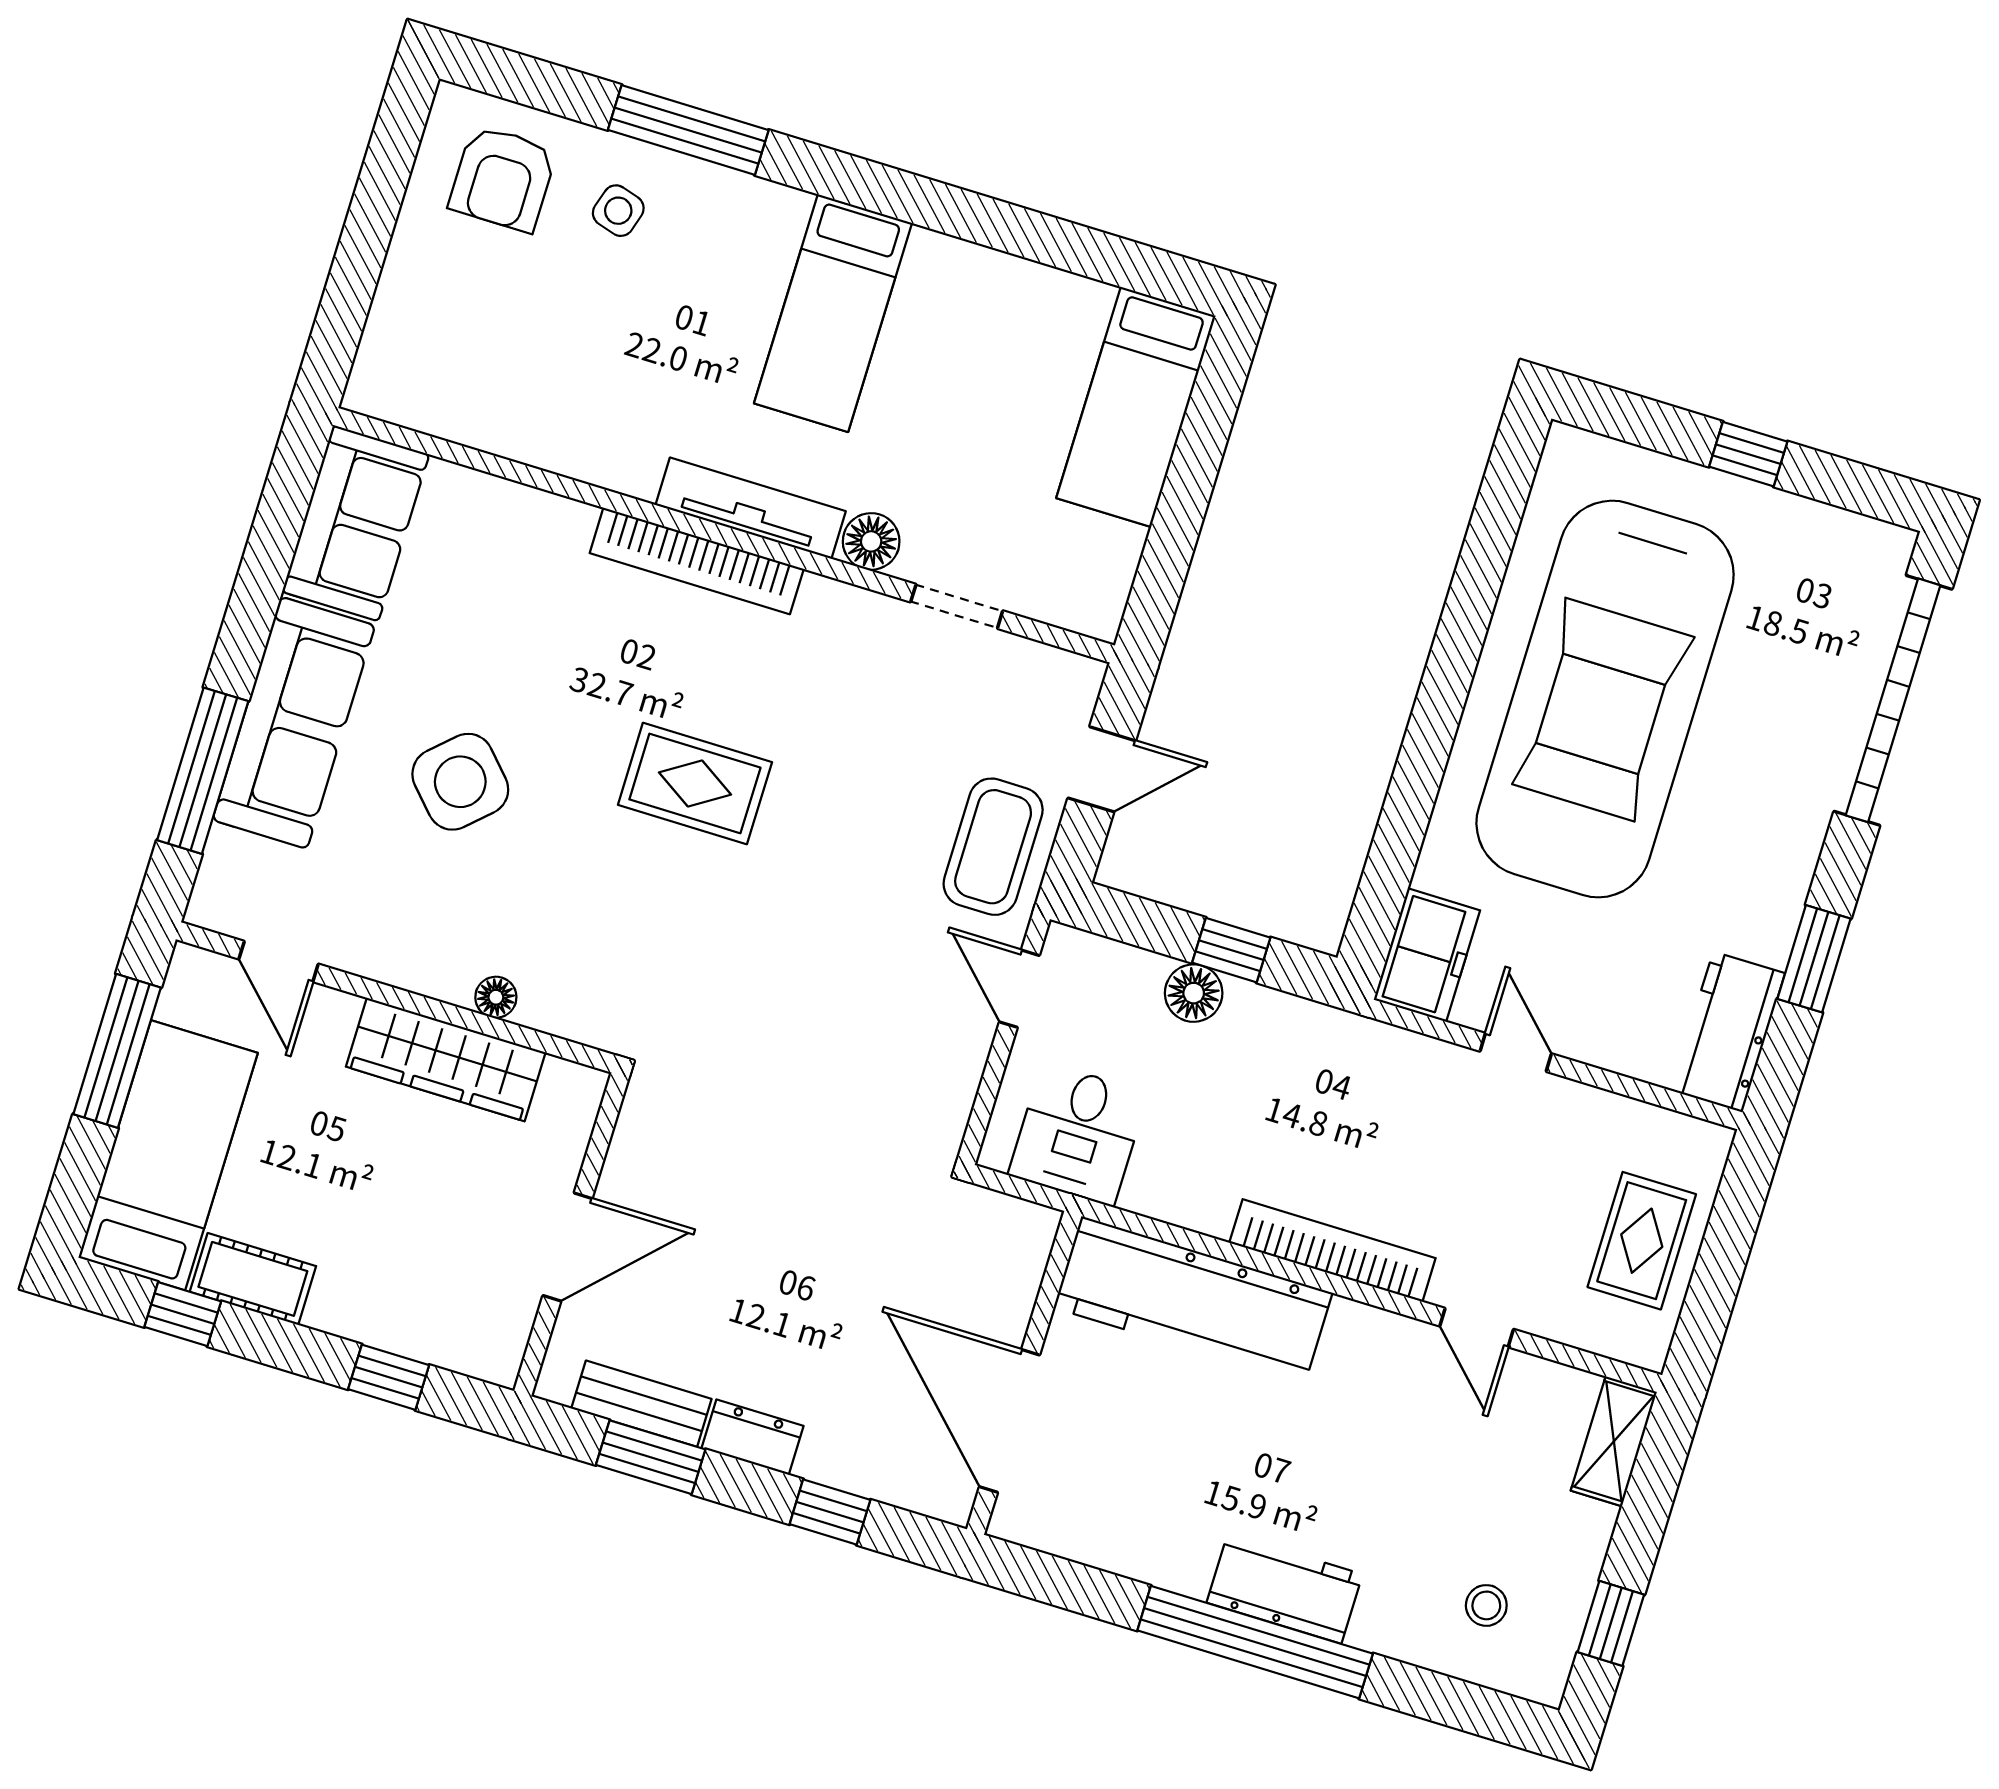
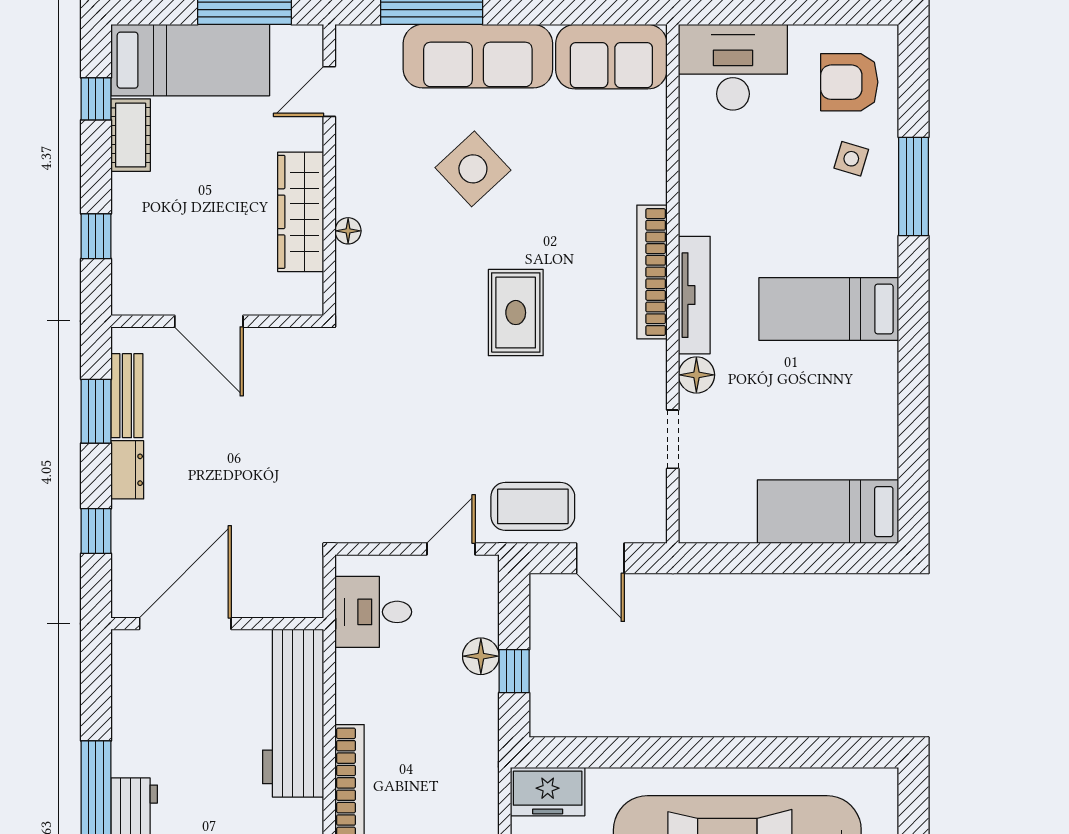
desk: (427, 346) -> (733, 67), added

